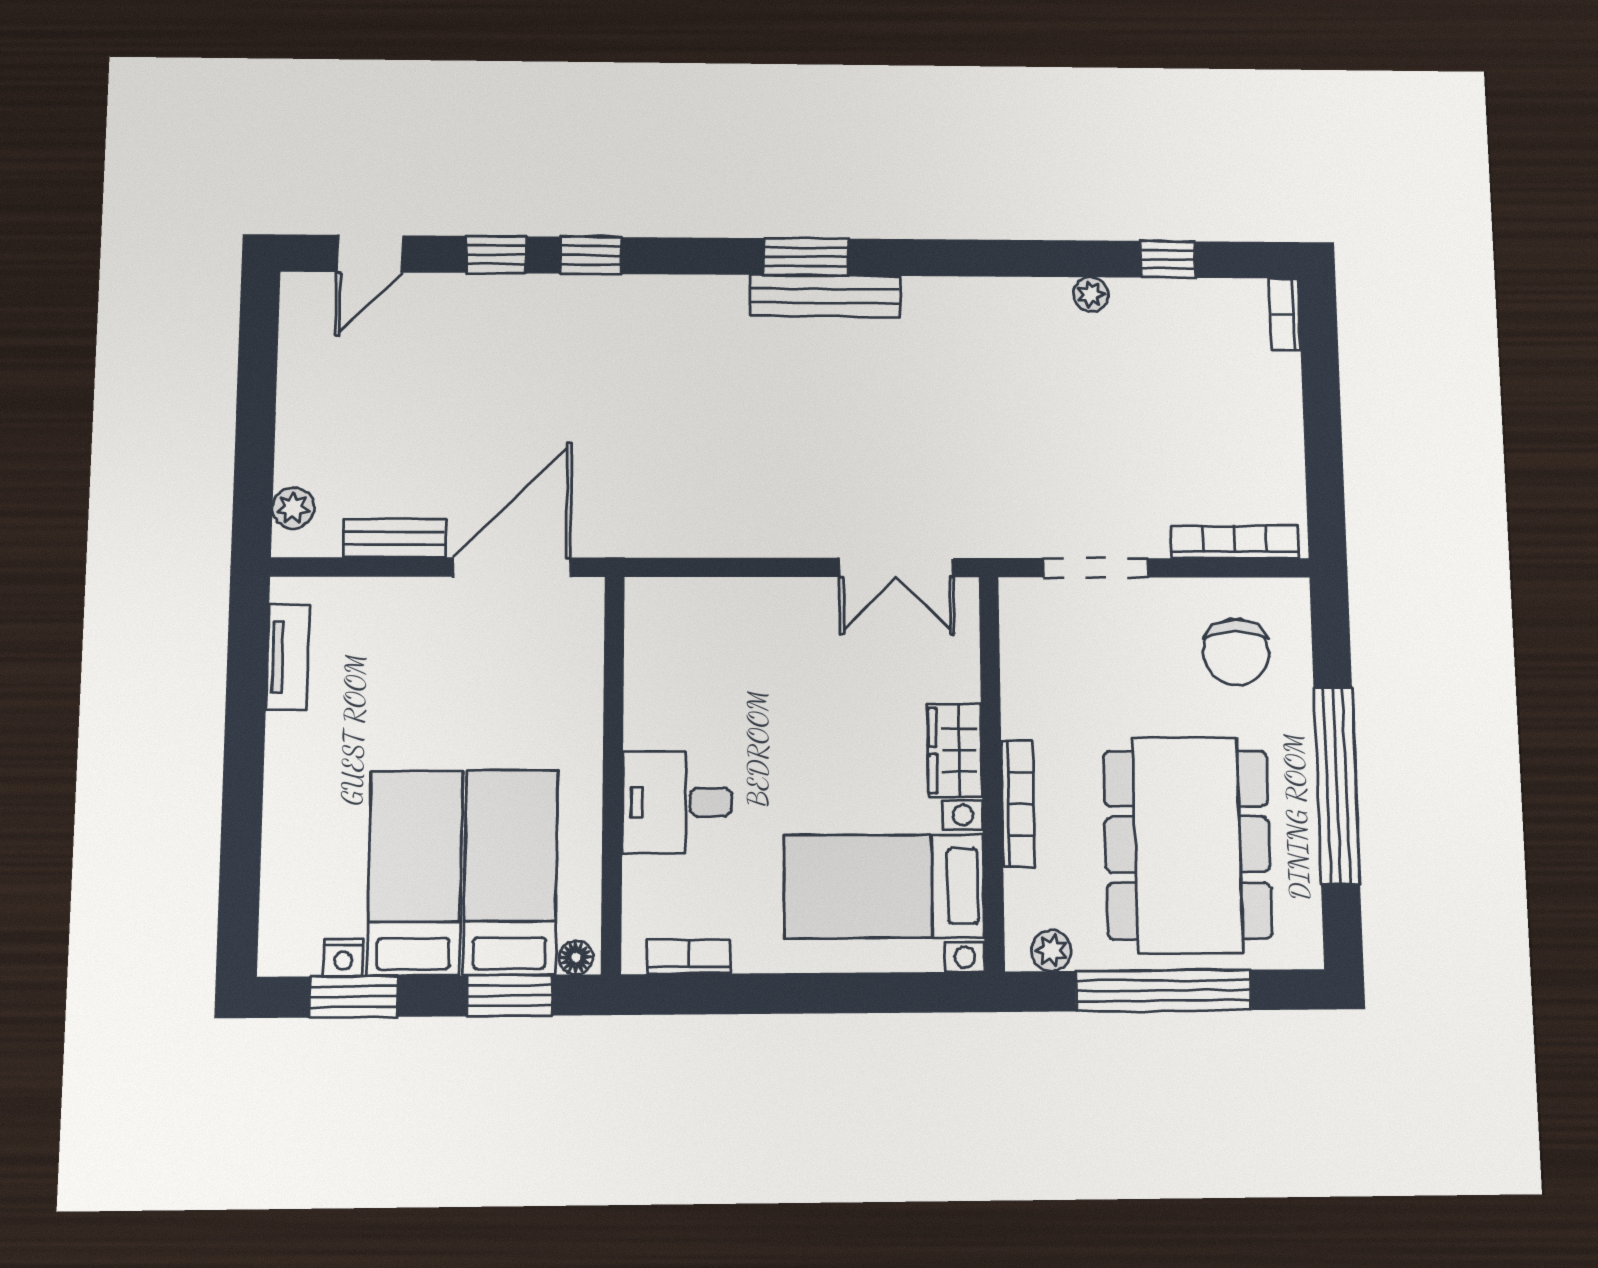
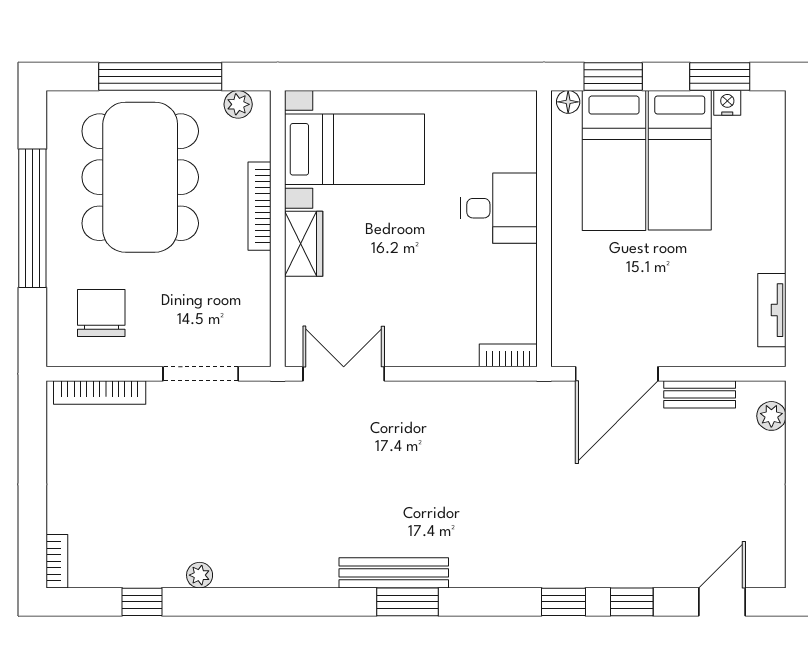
bookcase: (689, 957) -> (508, 355), moved, turned 180

